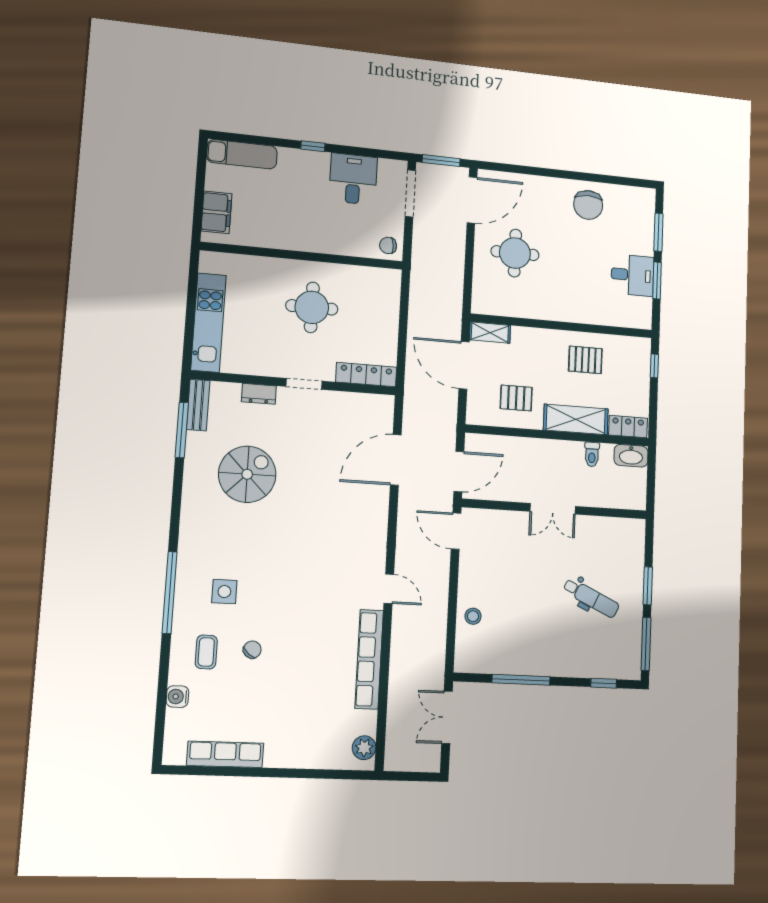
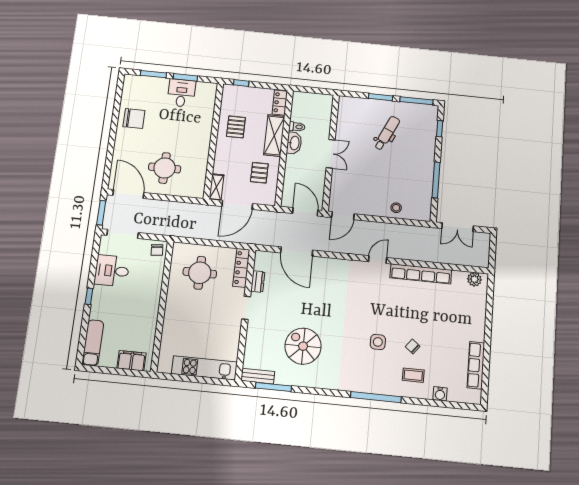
round table: (312, 307) -> (200, 273), moved
dresser: (259, 394) -> (258, 282), moved
washbasin: (631, 456) -> (294, 143), moved
side table: (224, 592) -> (378, 342), moved

